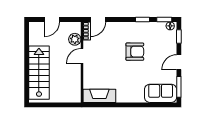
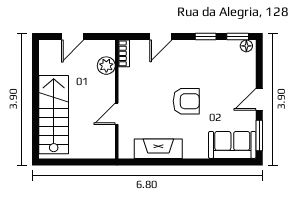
door: (98, 19) -> (161, 36), moved
window: (179, 36) -> (259, 61), removed
armchair: (135, 52) -> (186, 101), moved
door: (82, 56) -> (117, 114), moved
fireplace: (99, 96) -> (158, 149), moved

